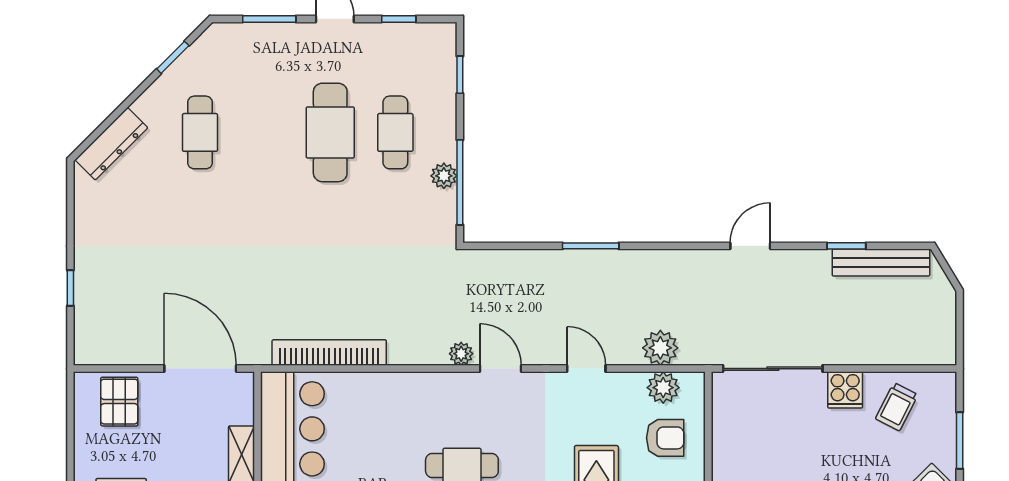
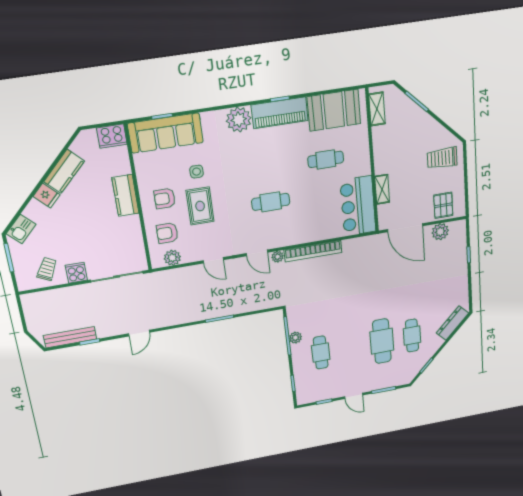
cafe table: (330, 132) -> (382, 341), moved
plant: (660, 348) -> (440, 232), moved
bookcase: (329, 353) -> (313, 251), moved

